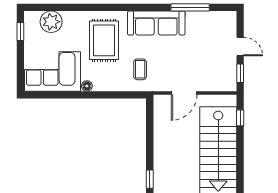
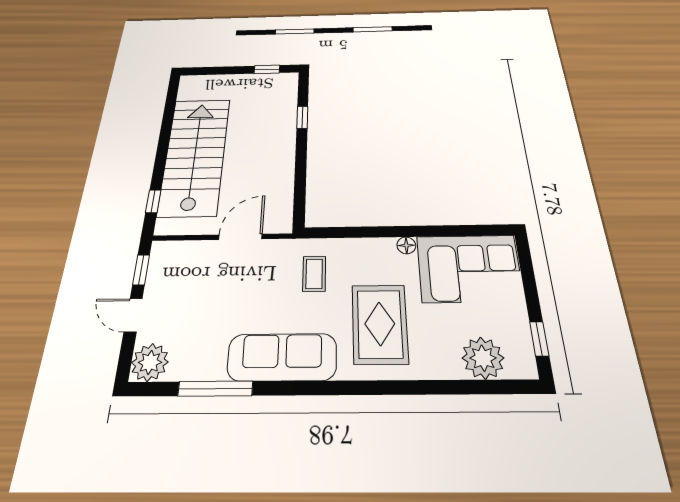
plant: (227, 21) -> (150, 362), added

